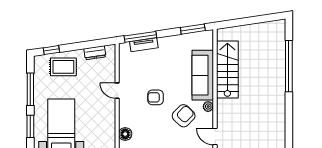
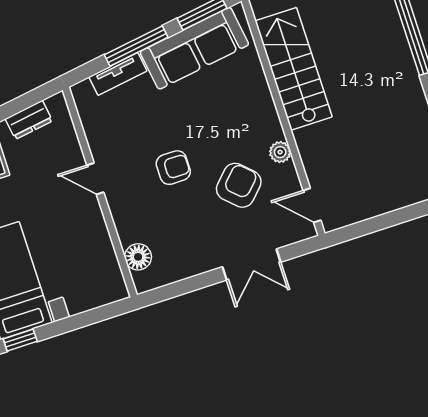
window: (140, 37) -> (136, 46), moved
sofa: (203, 75) -> (194, 48), moved, turned -98
armchair: (156, 97) -> (173, 168), turned 180

